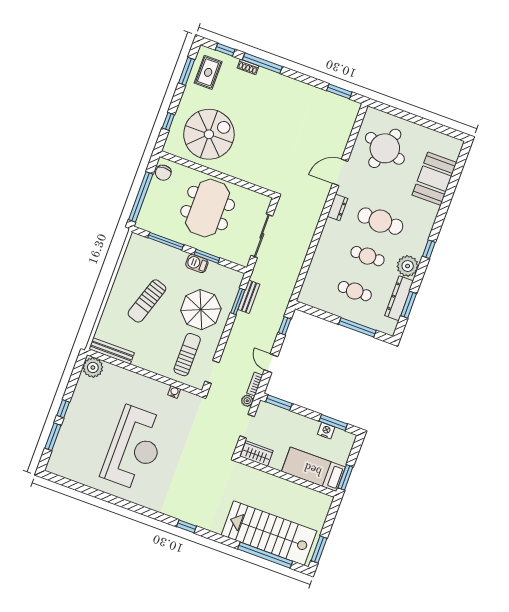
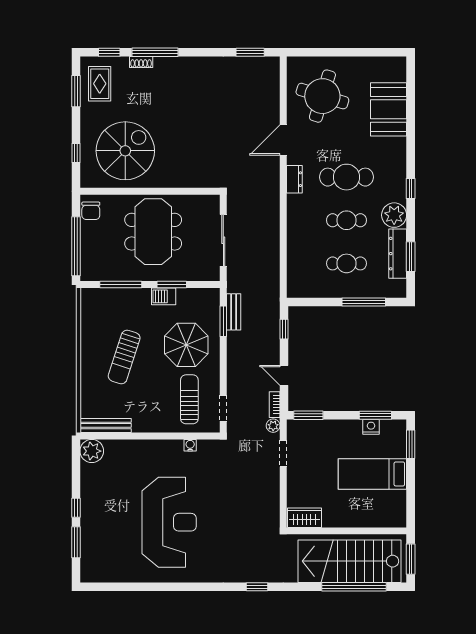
wardrobe: (257, 454) -> (304, 518), moved
wall: (287, 477) -> (347, 531), moved
window: (345, 477) -> (411, 444), moved

